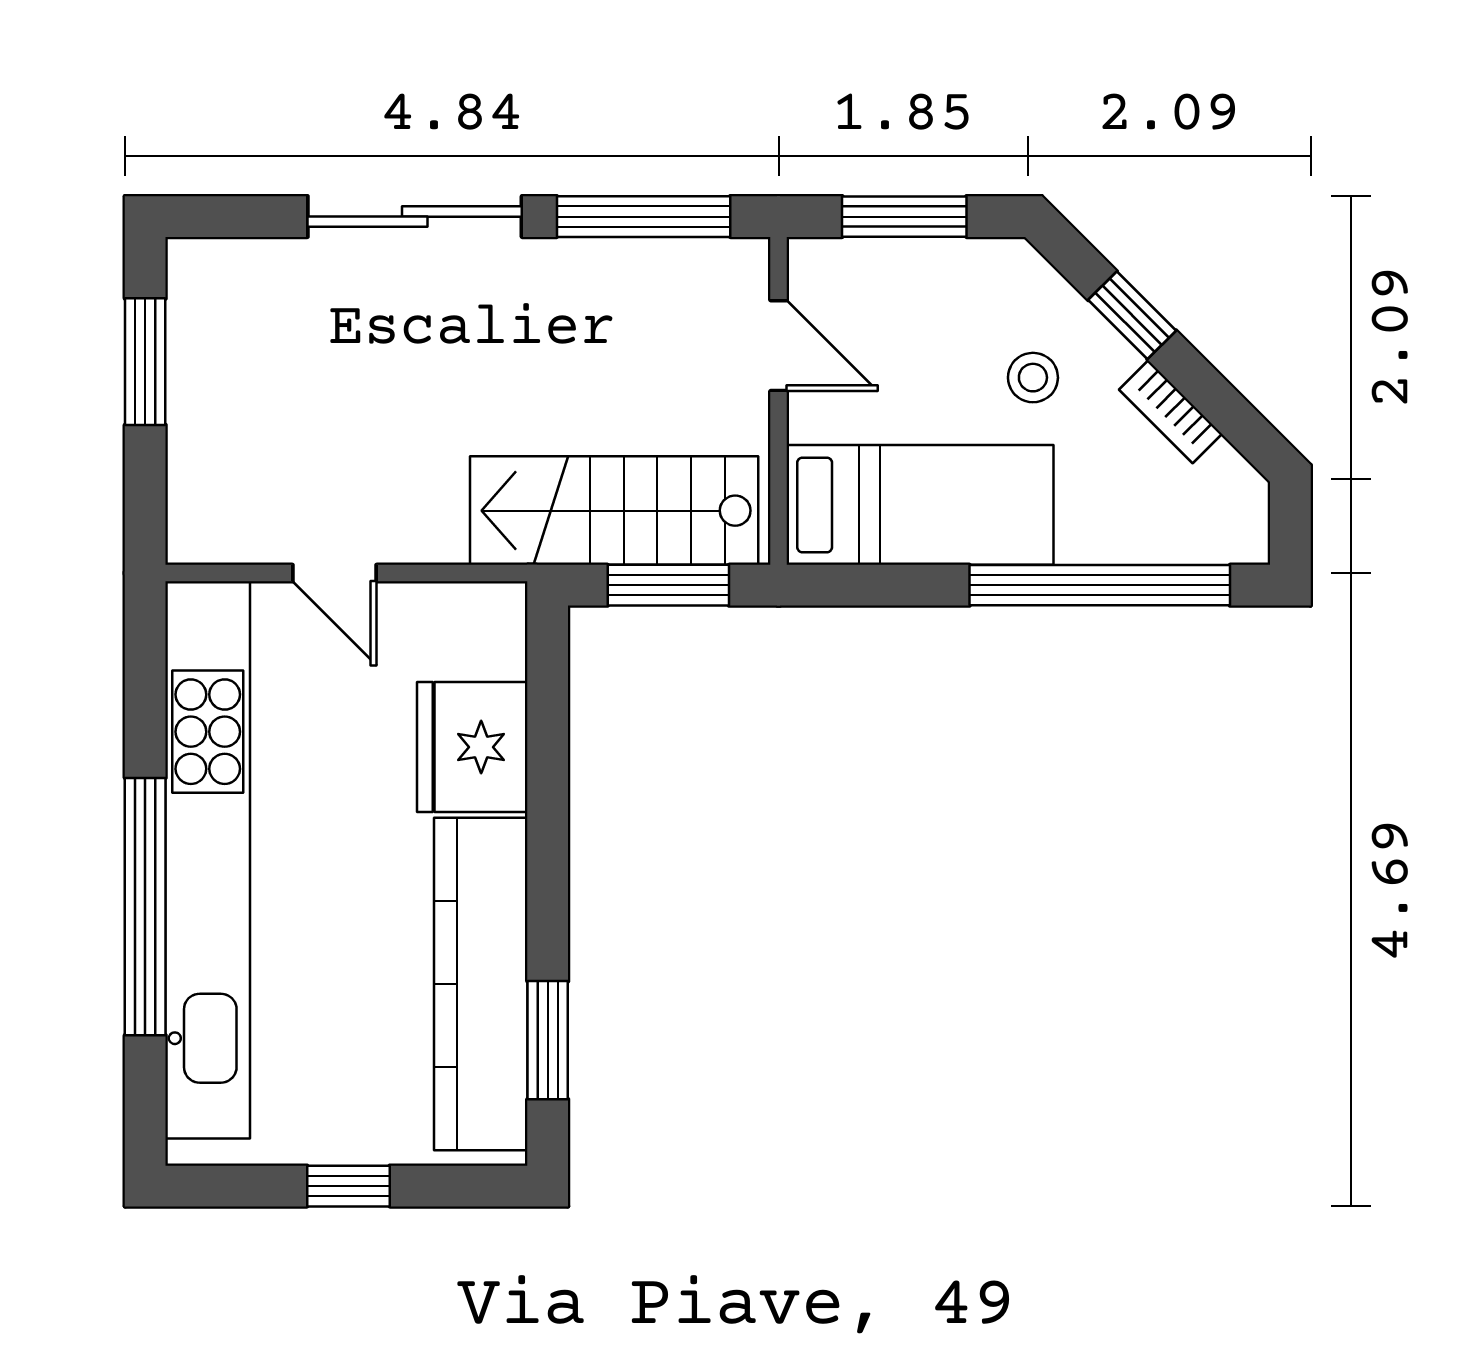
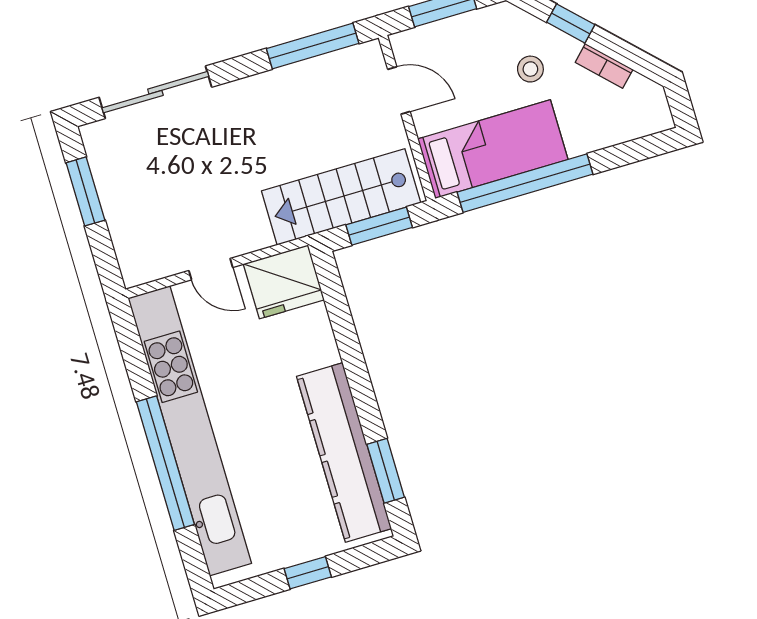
sliding door: (415, 217) -> (155, 92), moved
window: (1100, 585) -> (525, 183), moved
fridge: (472, 747) -> (284, 282), moved, turned -90

